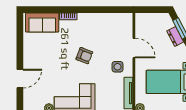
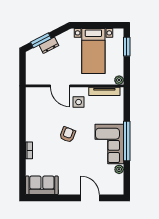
sofa: (42, 22) -> (42, 185), moved, turned -90
door: (134, 48) -> (60, 86), swing flipped

